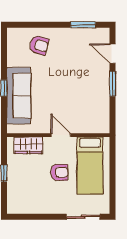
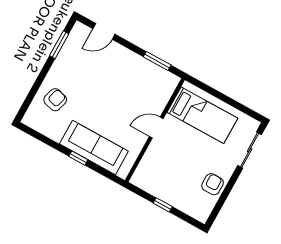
window: (113, 84) -> (157, 61), moved
wardrobe: (28, 145) -> (149, 165), removed
armchair: (59, 172) -> (213, 184), moved

